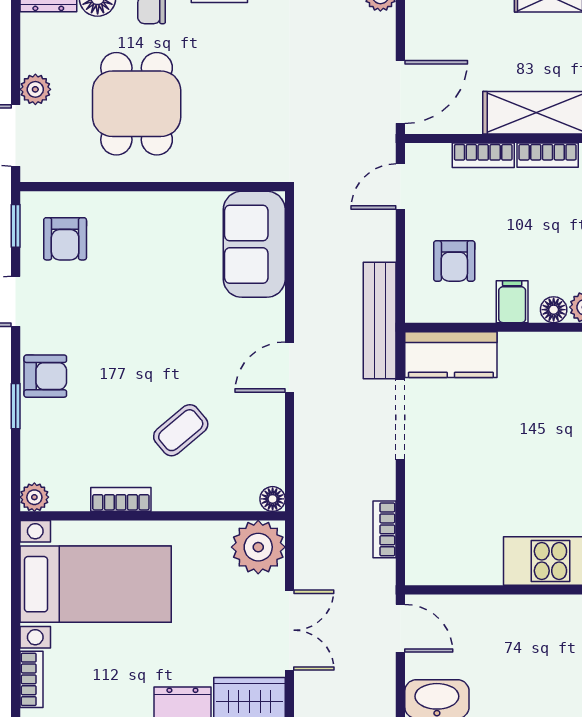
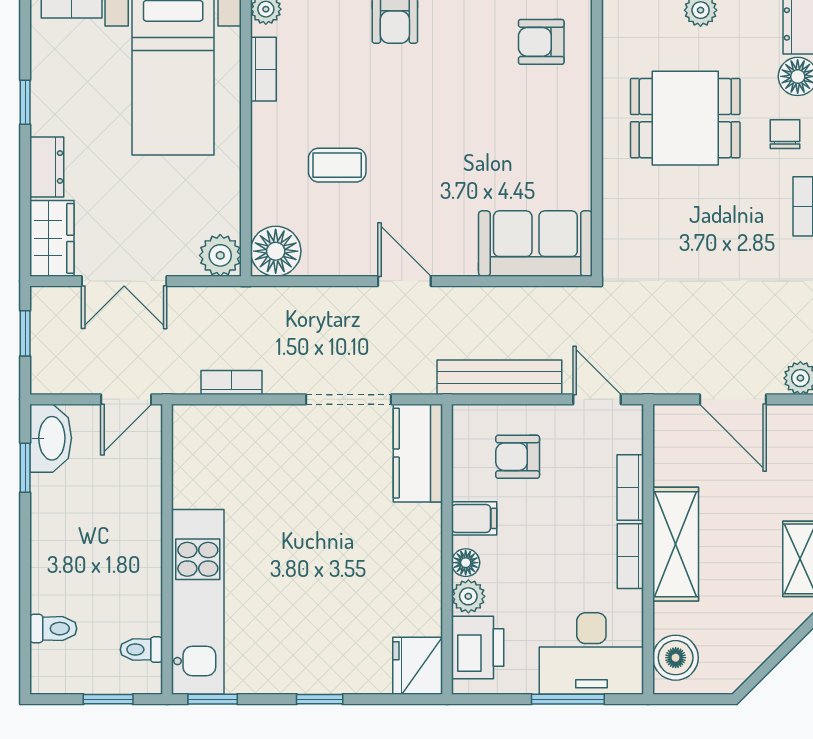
door: (400, 92) -> (733, 399), moved
bench: (380, 320) -> (499, 377), moved
coffee table: (181, 430) -> (337, 165), turned -50
bookcase: (121, 499) -> (263, 69), moved
floor lamp: (273, 499) -> (276, 251), width x1.89, depth x1.89
plant: (258, 547) -> (220, 255), width x0.73, depth x0.73

